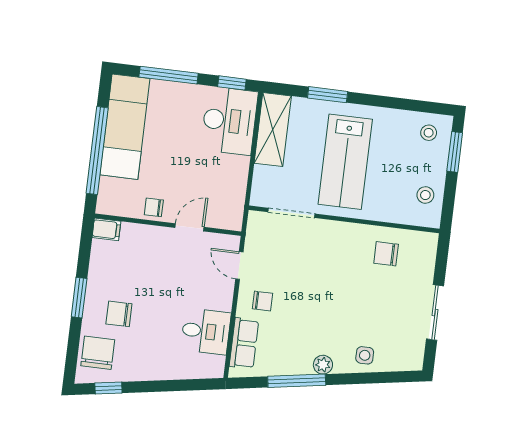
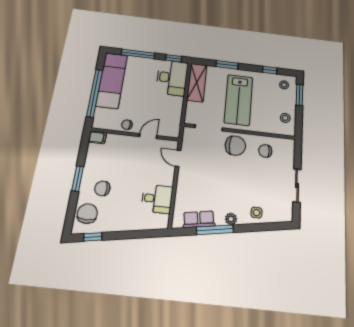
window: (405, 104) -> (270, 70), added
chair: (262, 301) -> (235, 146), moved, width x1.87, depth x1.87
row of seats: (244, 343) -> (199, 219), moved, turned -99

